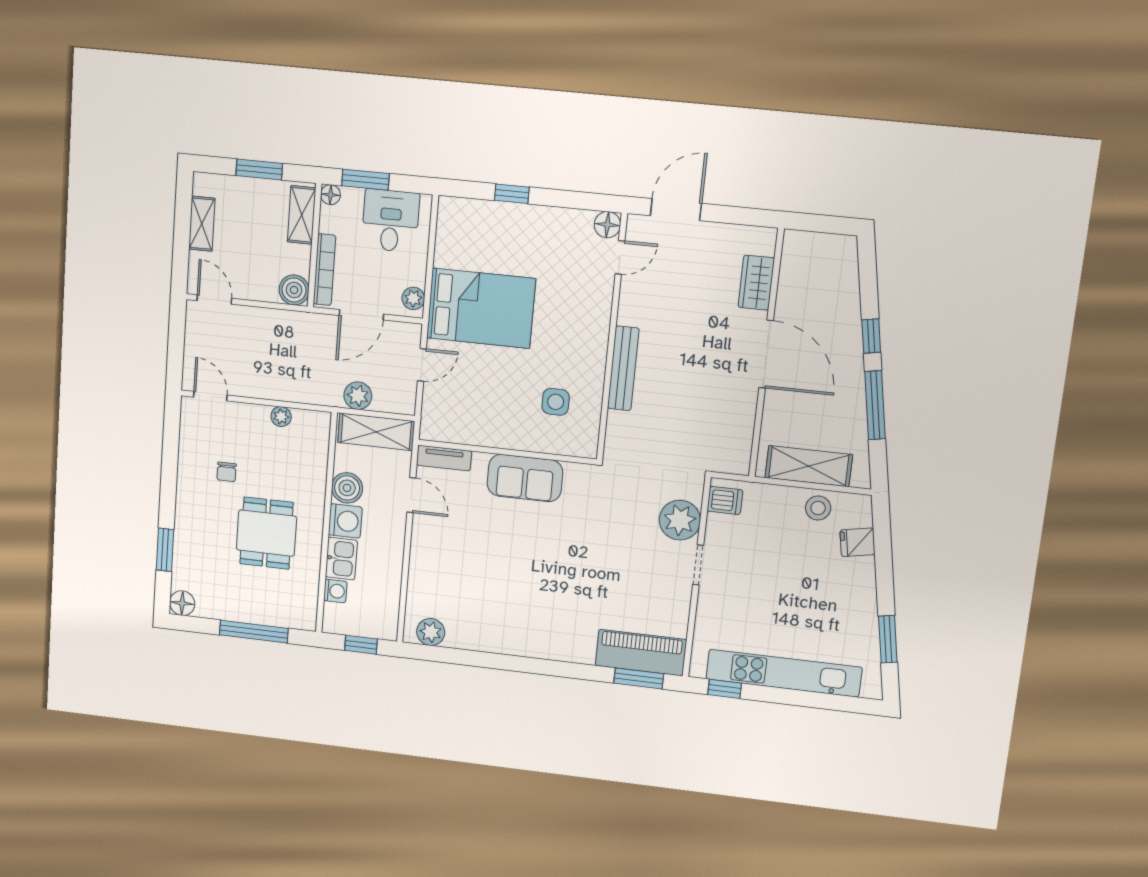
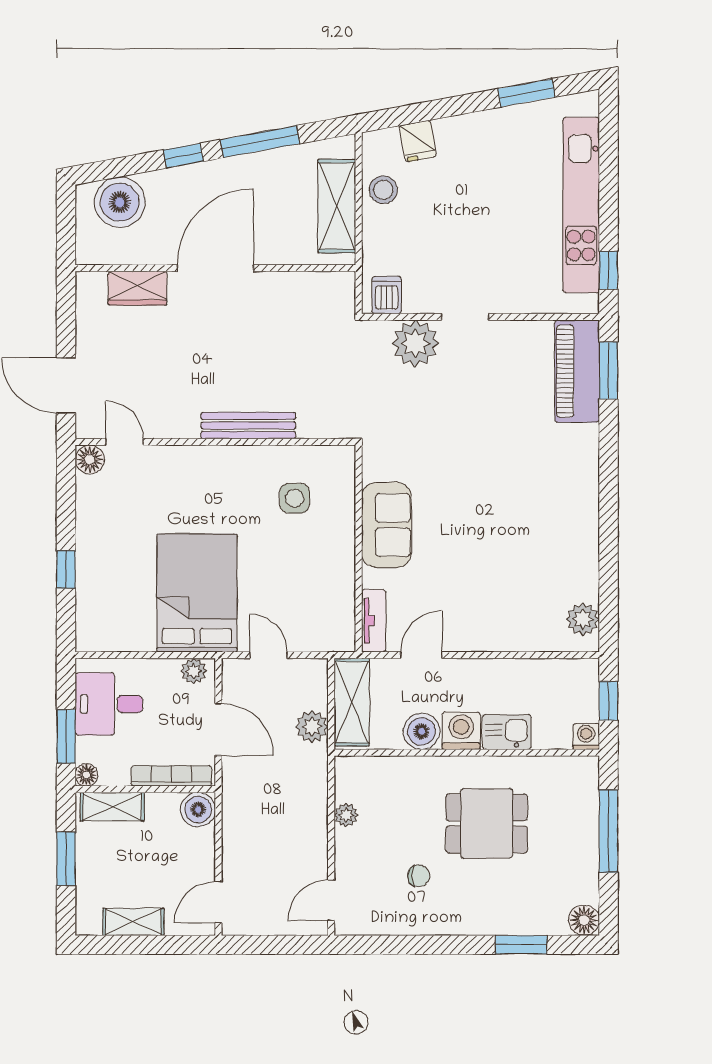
boiler: (836, 274) -> (120, 202), added
washing machine: (335, 591) -> (586, 736), moved

